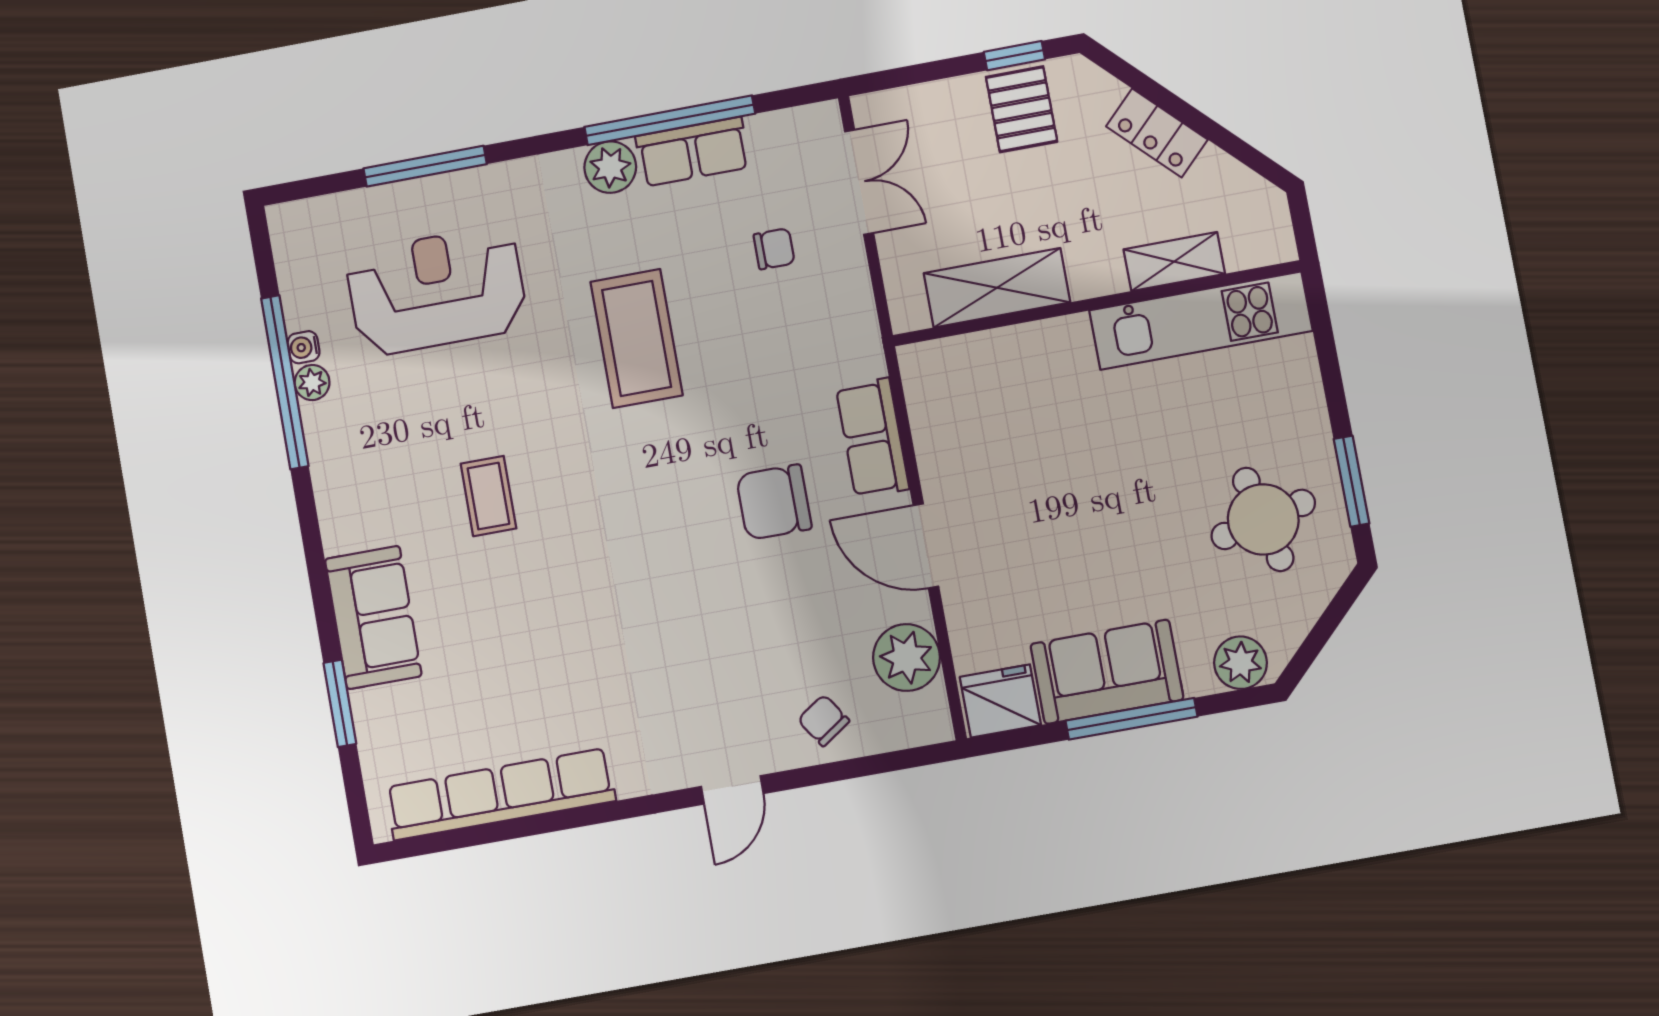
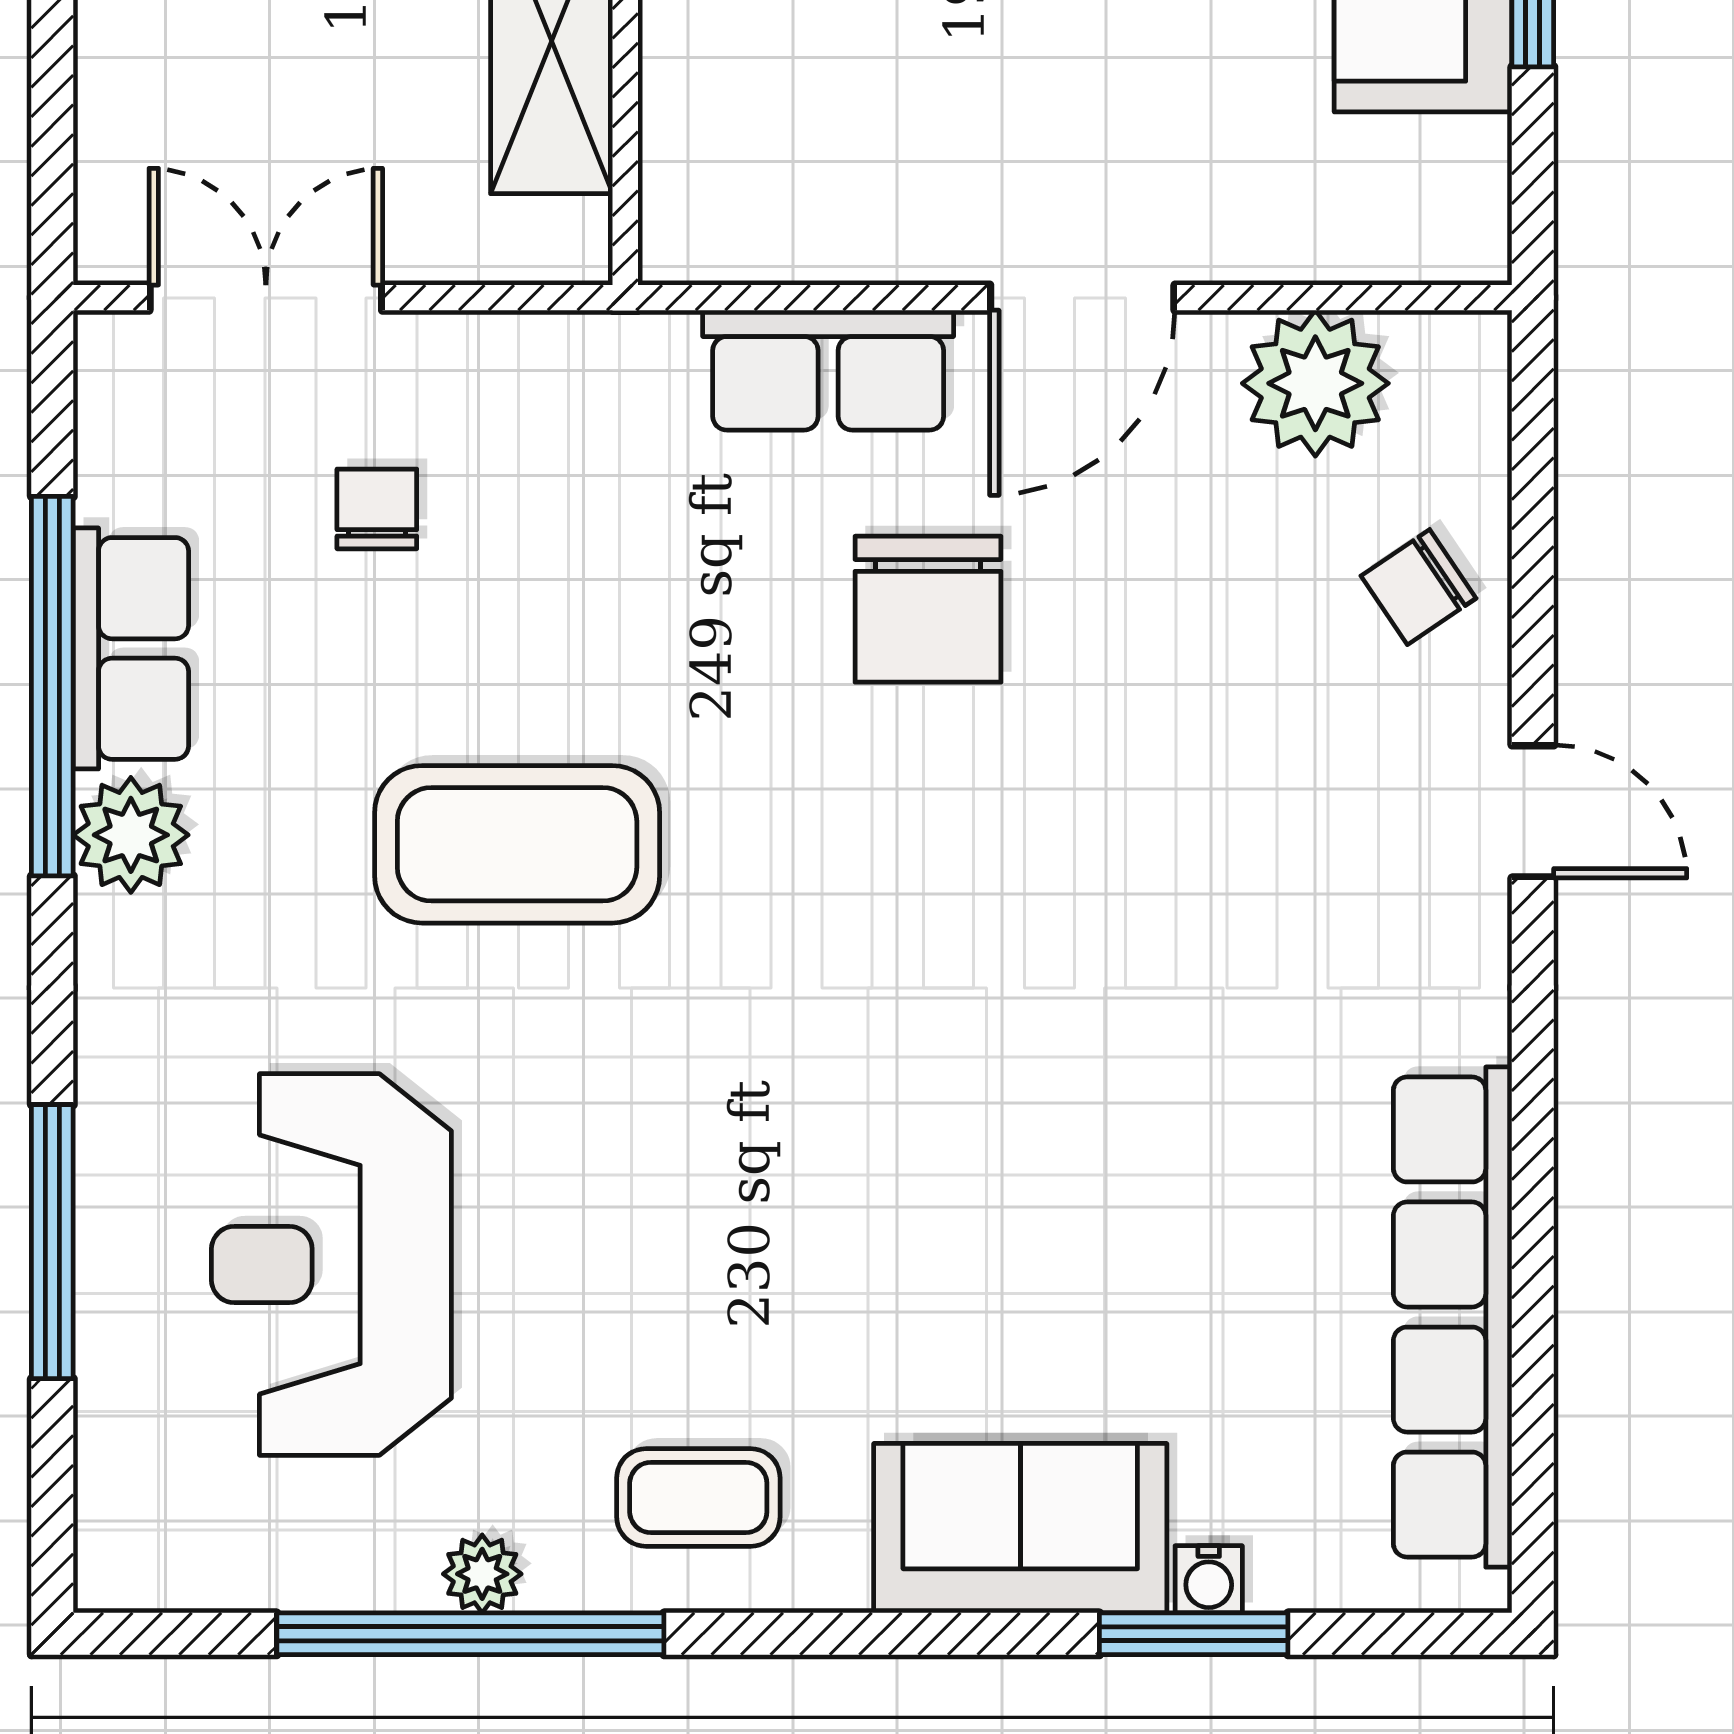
water cooler: (304, 347) -> (1209, 1579), moved
coffee table: (488, 496) -> (698, 1497), moved
fridge: (1000, 701) -> (1445, 198), removed

